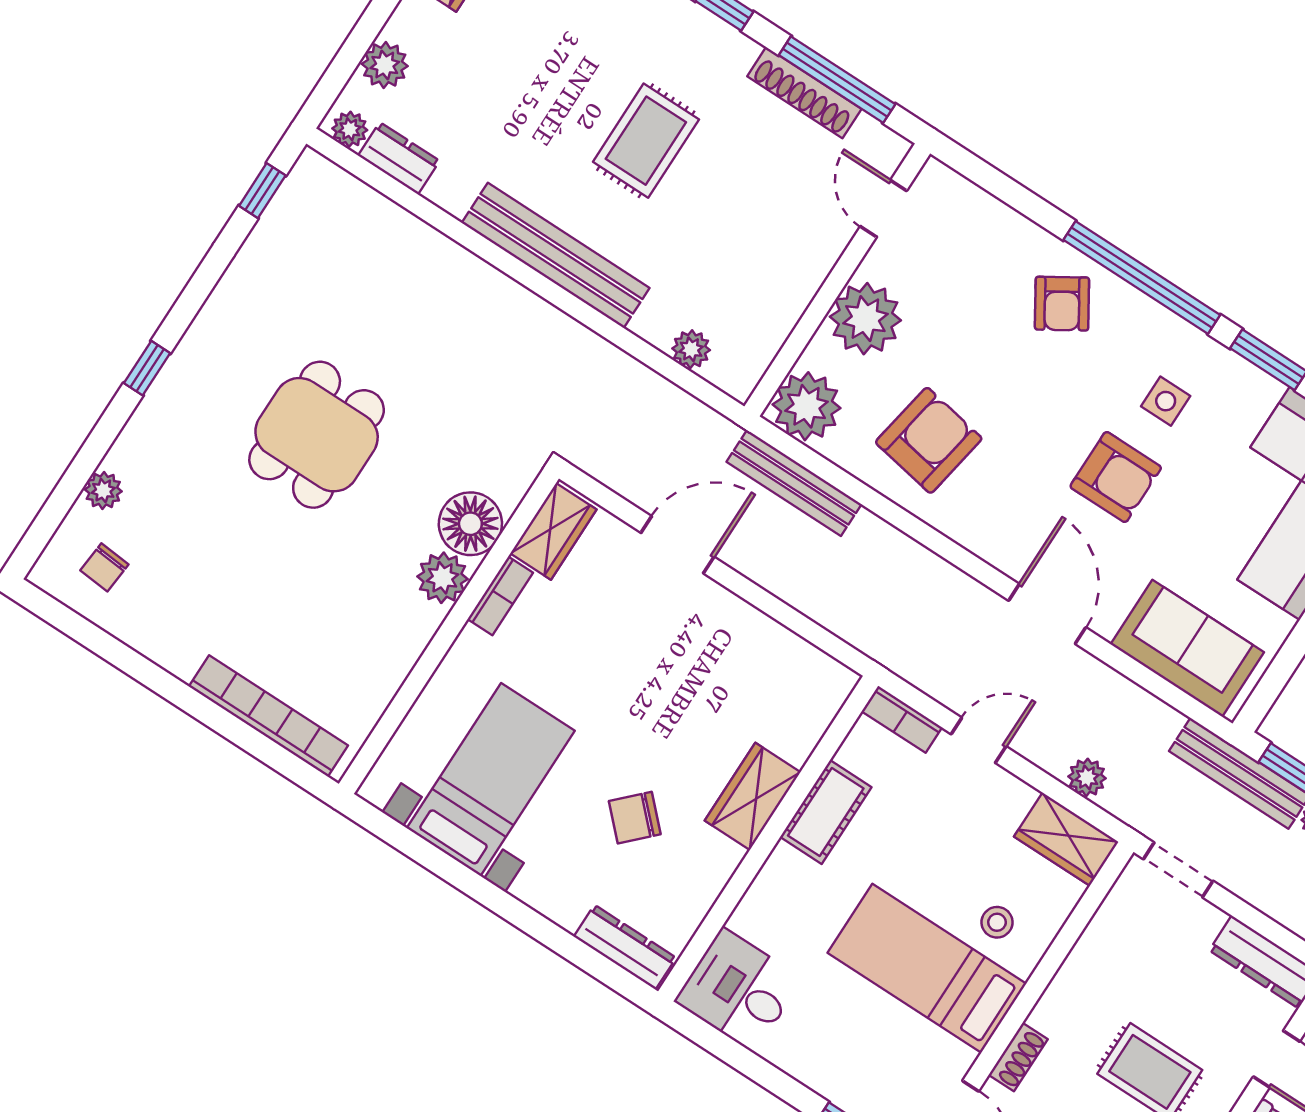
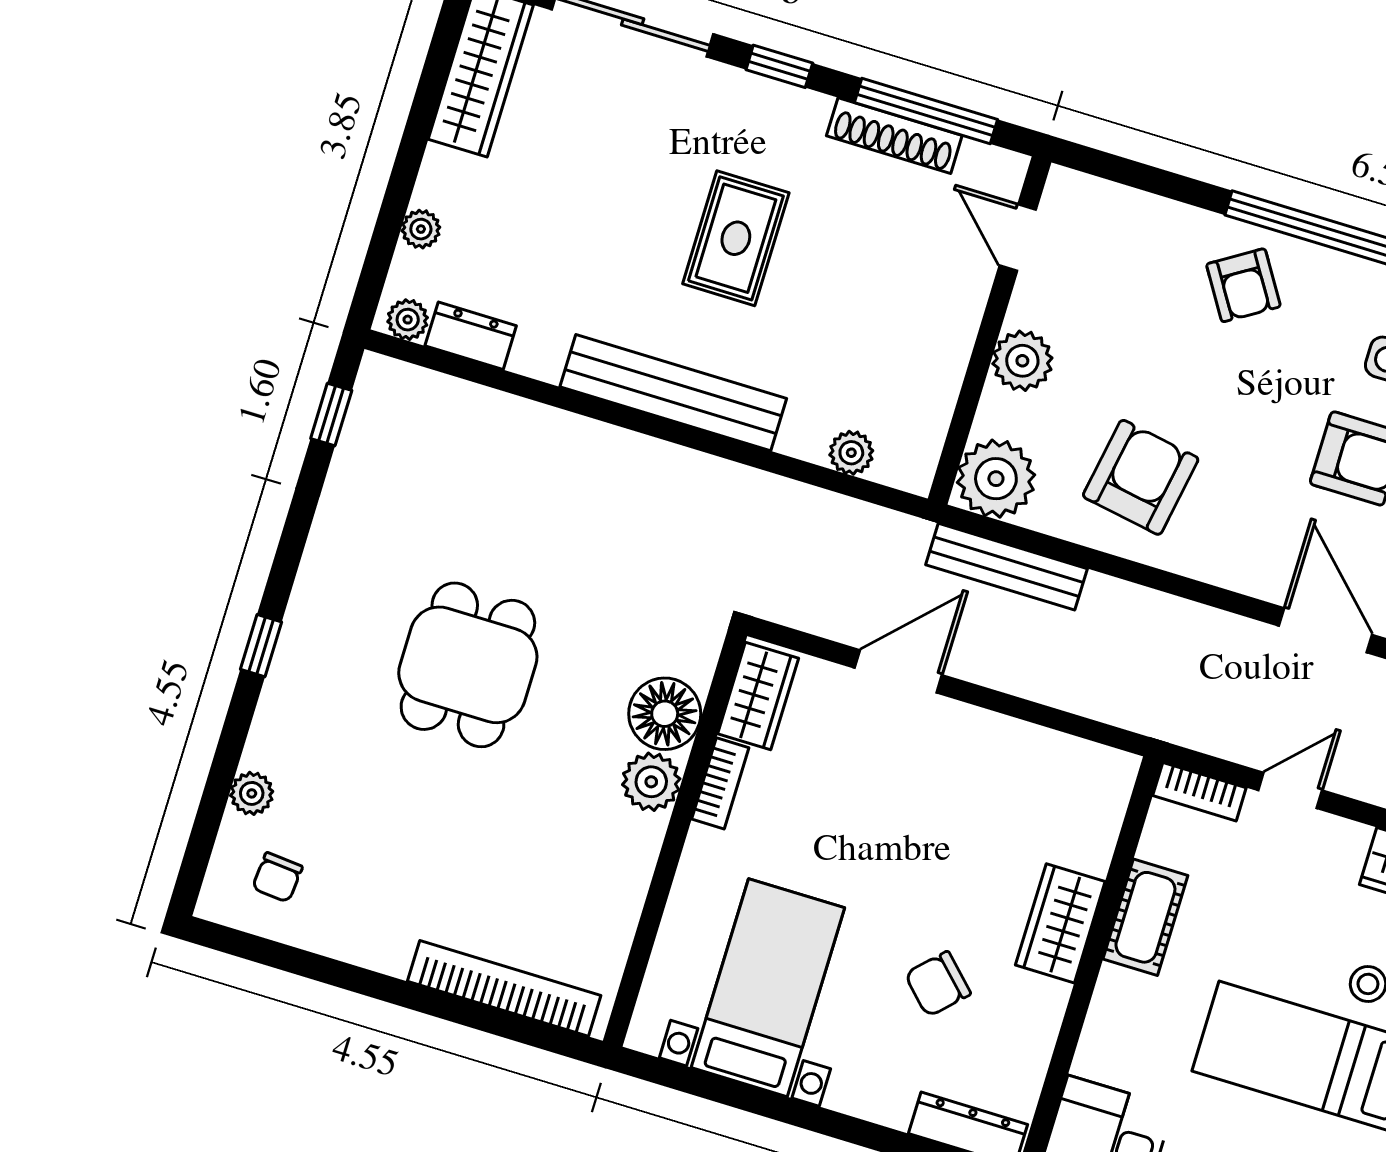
plant: (385, 65) -> (421, 229), width x0.73, depth x0.73
plant: (865, 319) -> (1022, 361), width x0.73, depth x0.73

